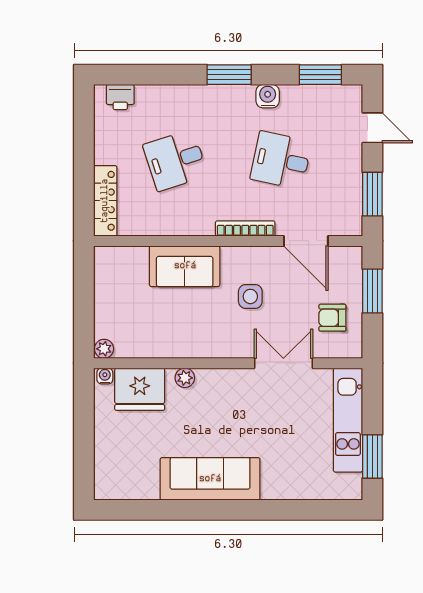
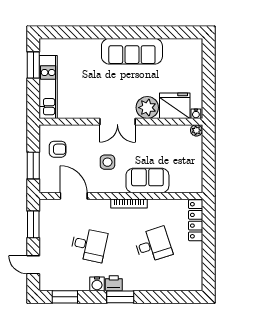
printer: (120, 97) -> (114, 283), moved
bookcase: (245, 228) -> (129, 203), moved
double door: (283, 363) -> (117, 122), moved
plant: (185, 378) -> (147, 108), width x1.87, depth x1.87

